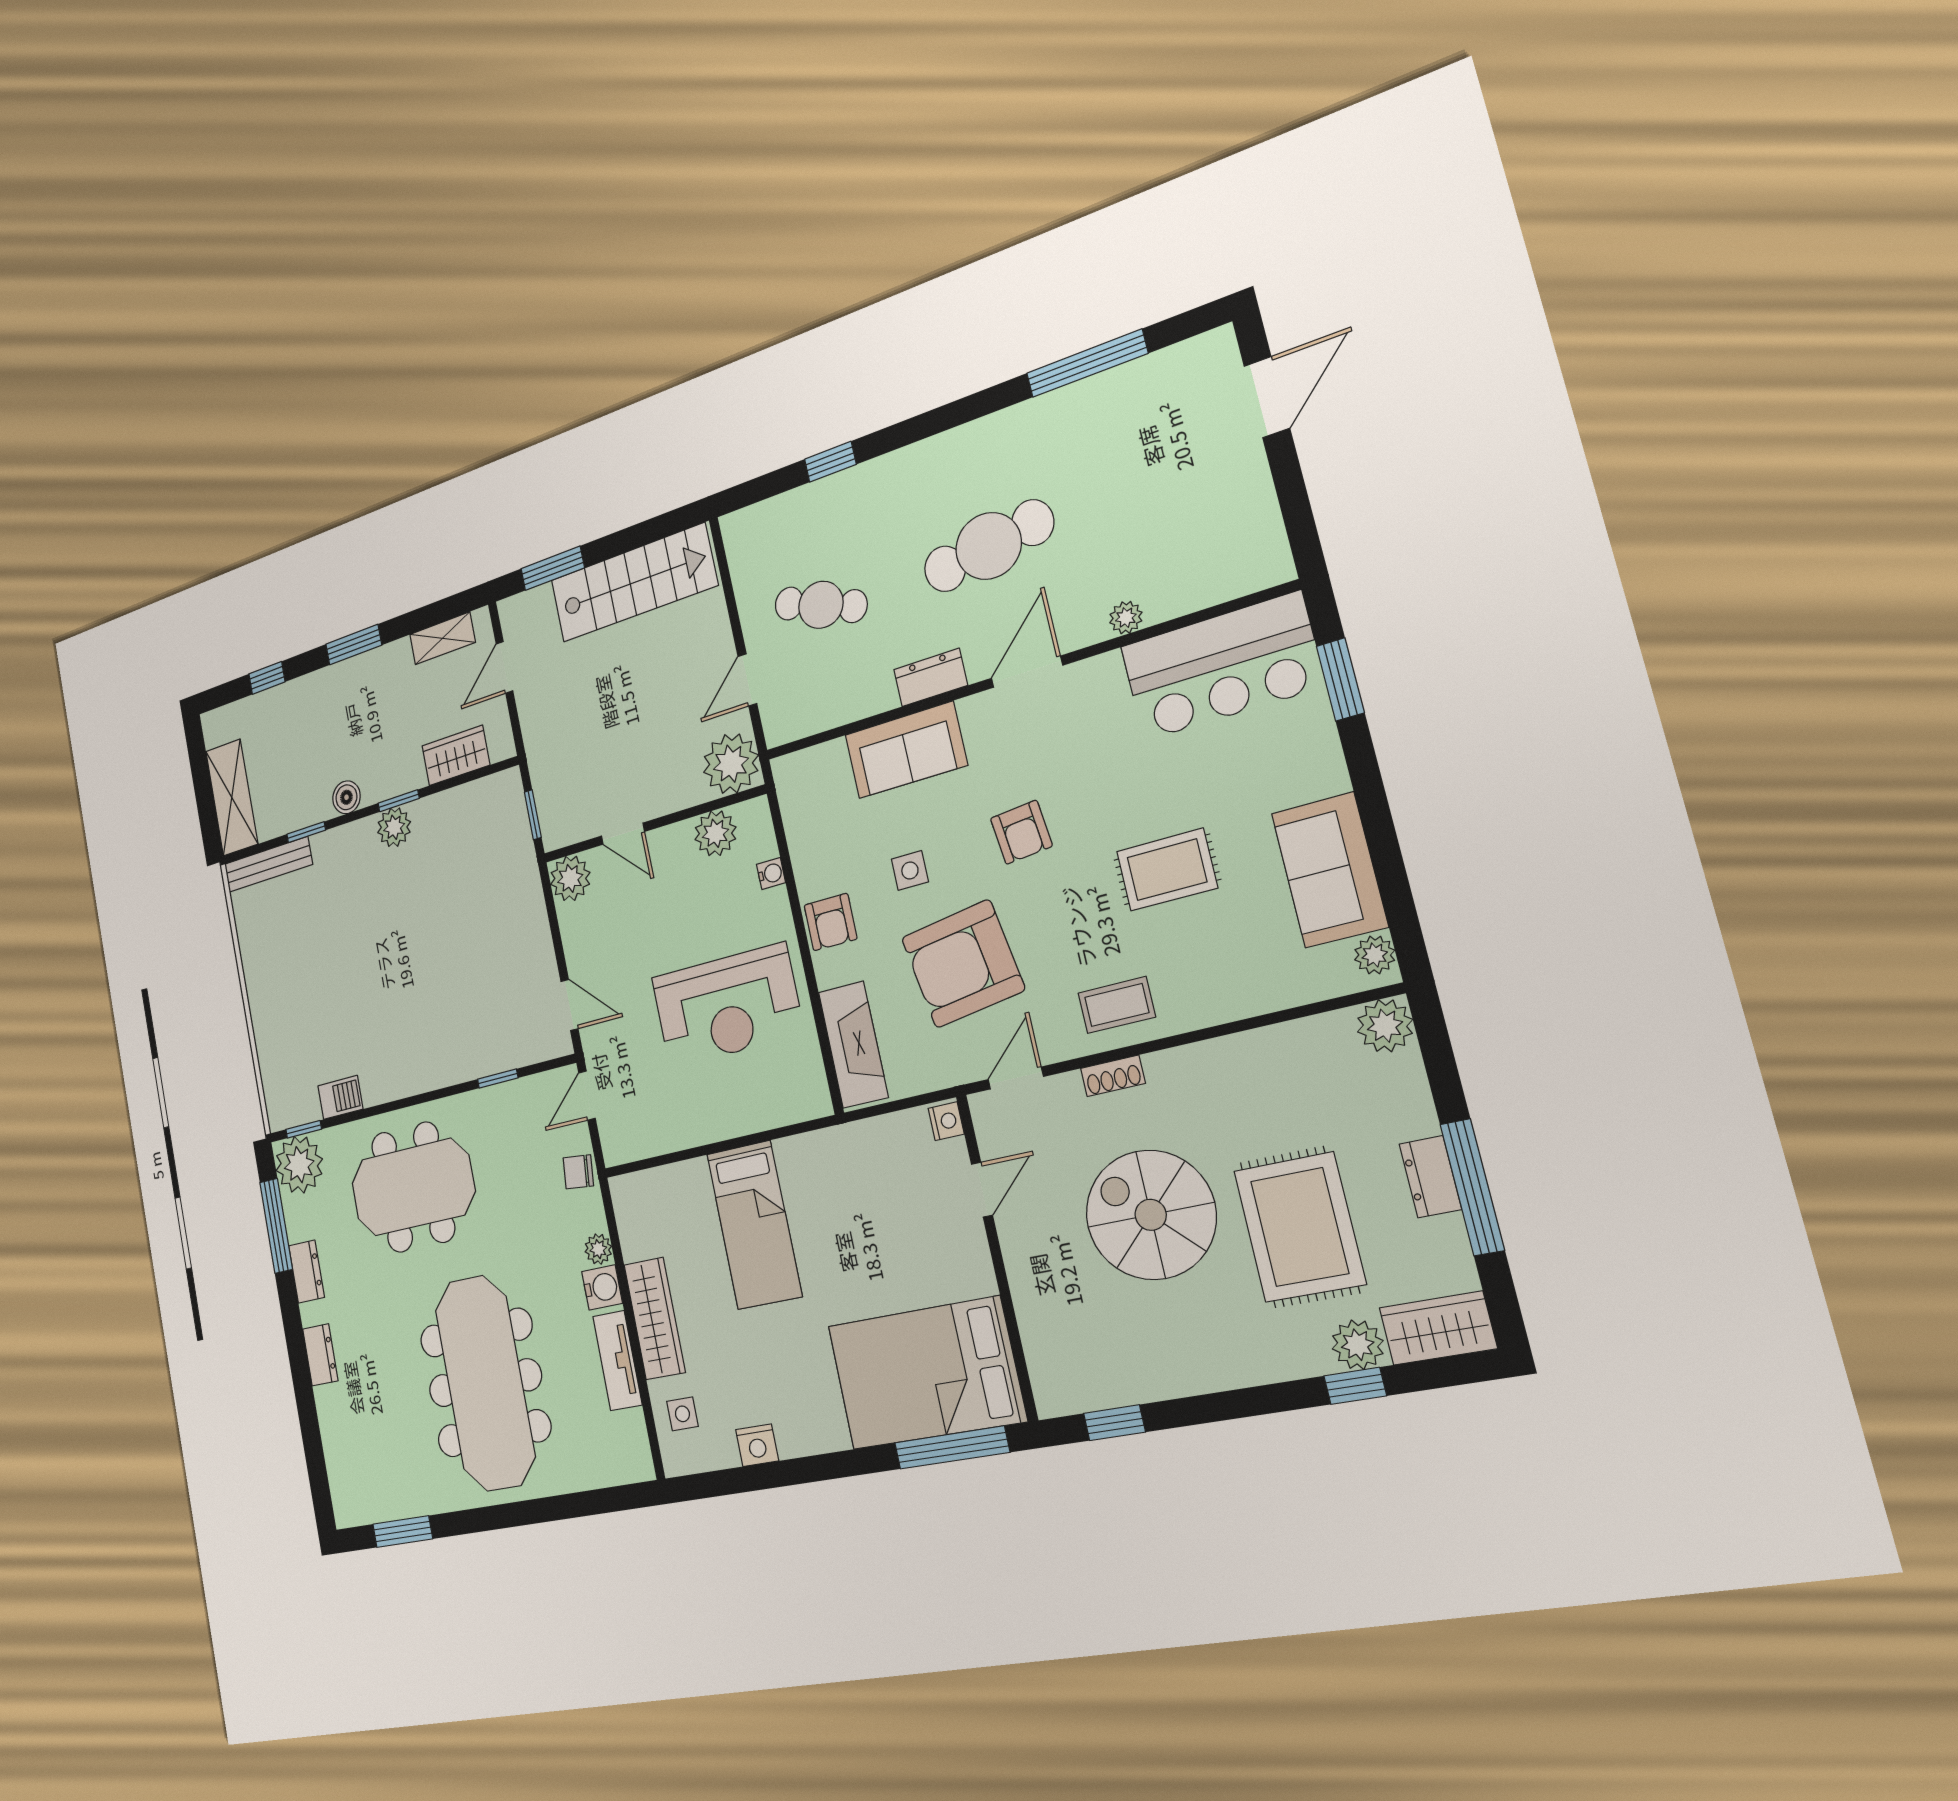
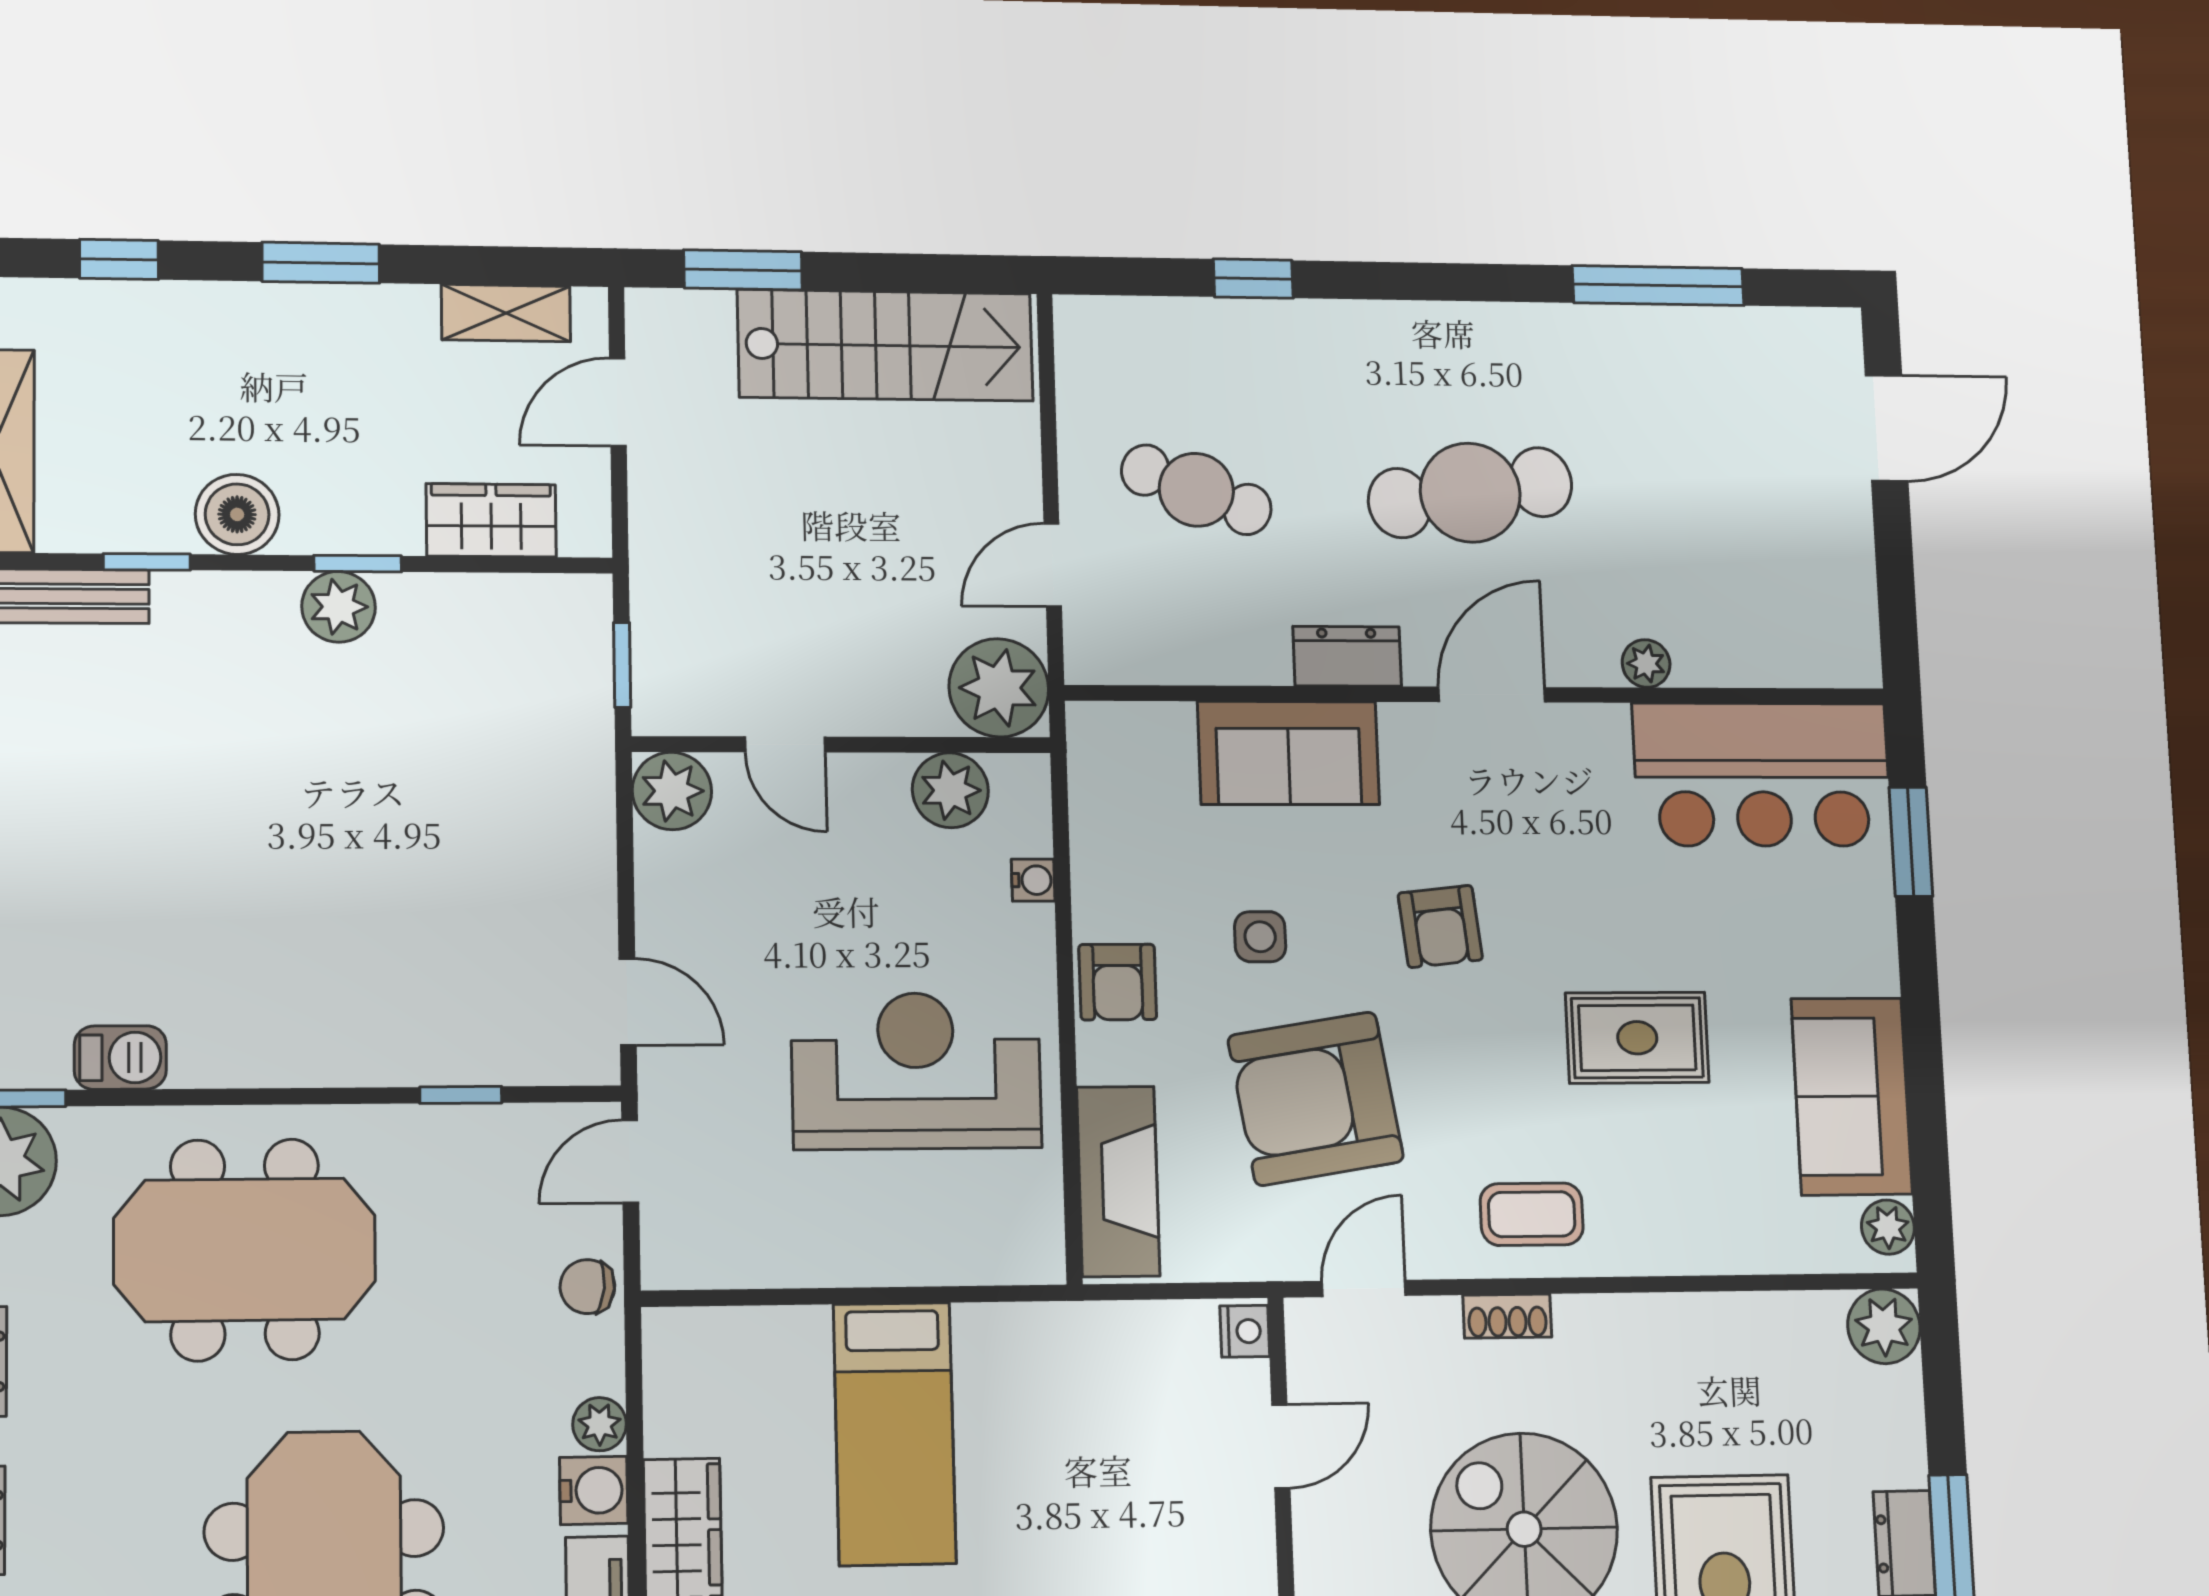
boiler: (346, 797) -> (237, 514), width x1.36, depth x1.36
reception desk: (727, 1006) -> (916, 1071), turned 180

